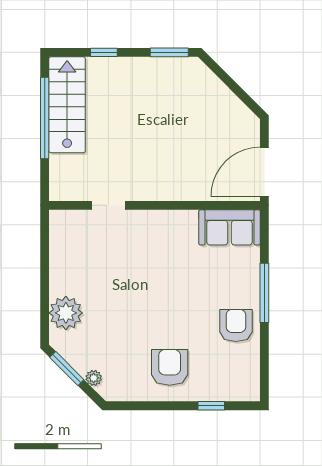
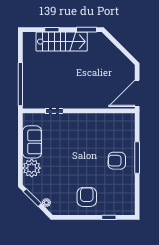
stairs: (67, 105) -> (62, 42), moved, turned 90
window: (45, 118) -> (20, 84), moved
sofa: (230, 227) -> (32, 142), moved, turned -90
armchair: (236, 325) -> (117, 161), moved, turned -89

